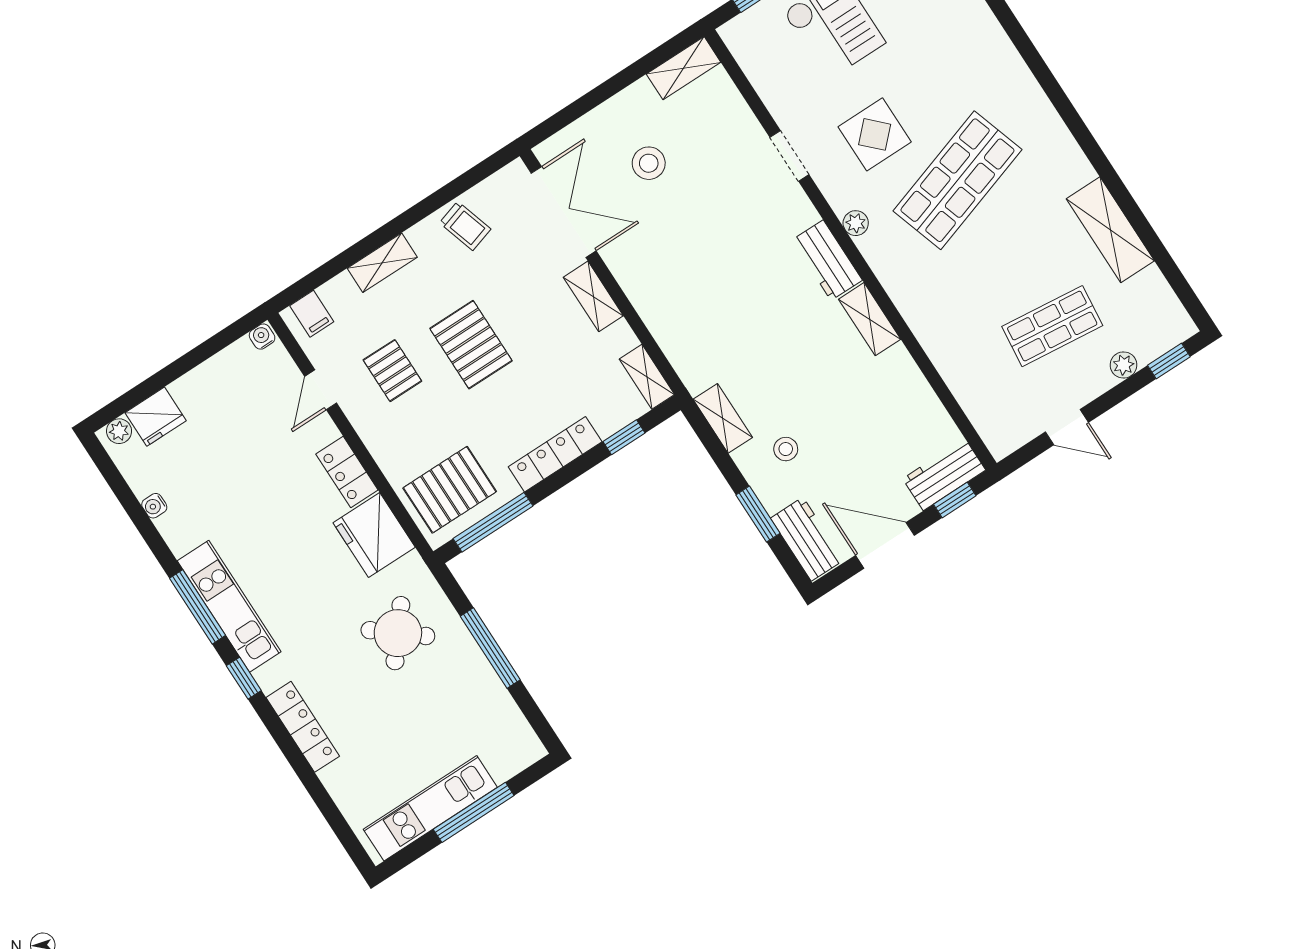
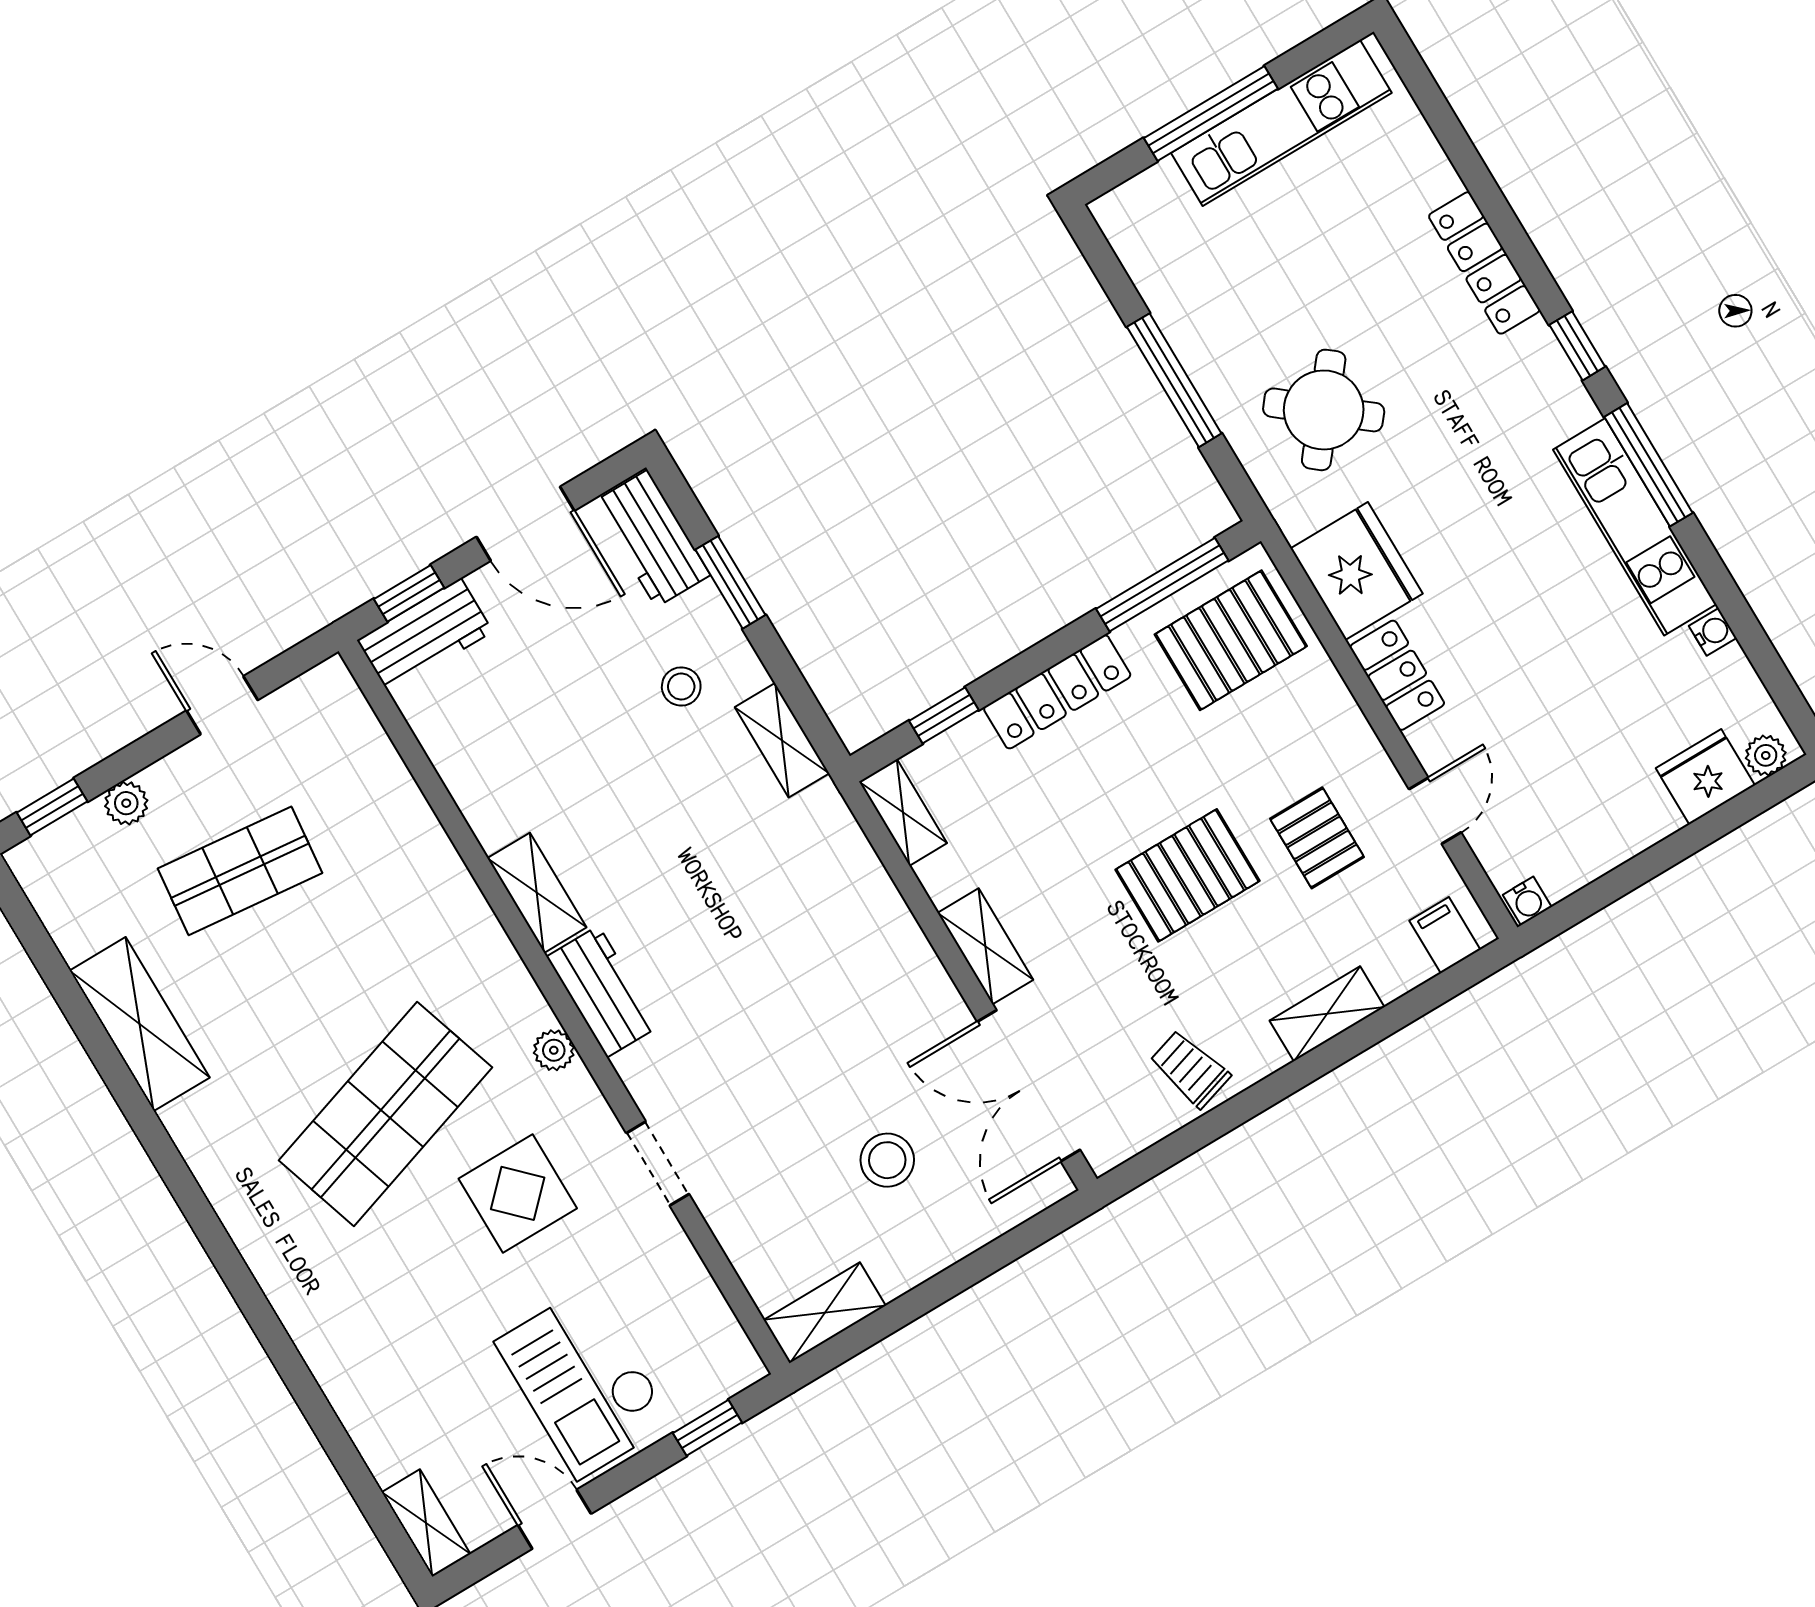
pallet: (471, 345) -> (1188, 875), turned 90
kitchen unit: (229, 606) -> (1635, 527), moved

